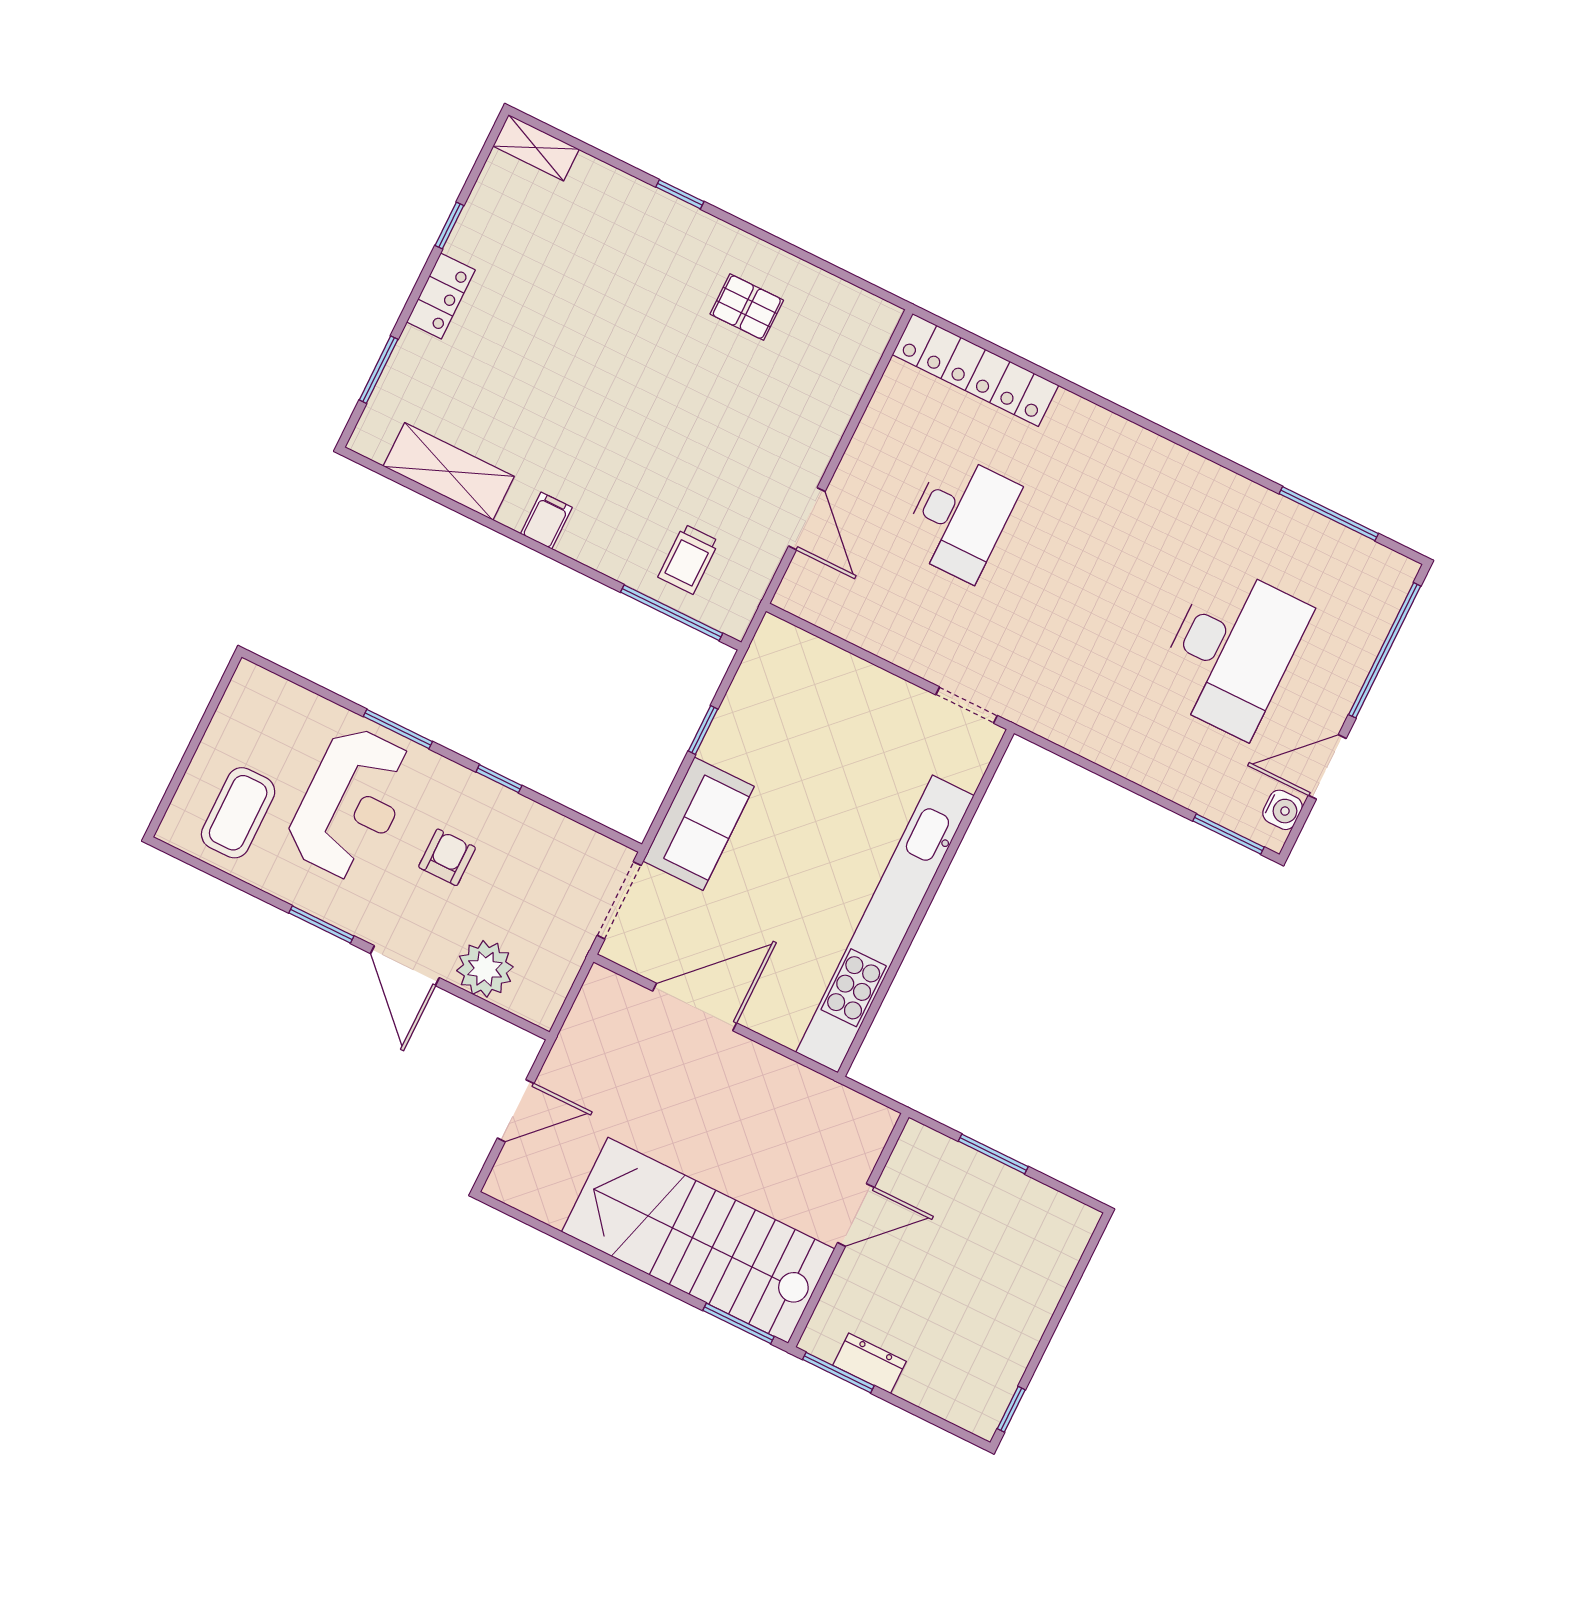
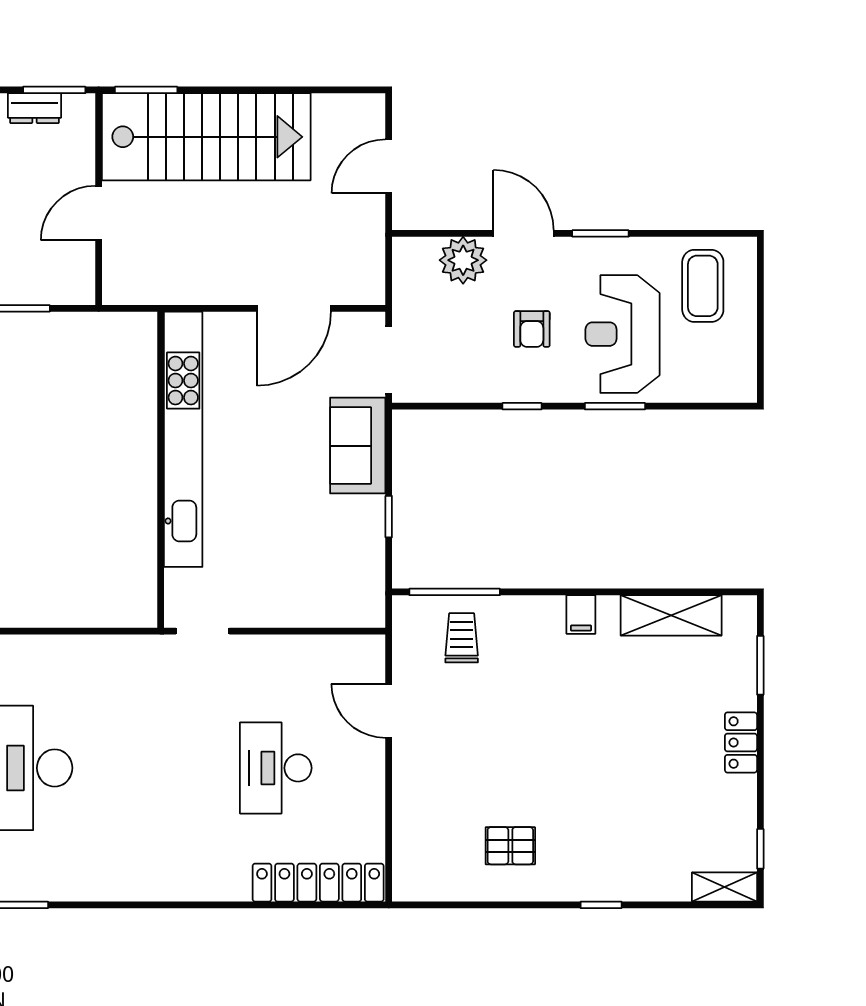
window: (449, 226) -> (760, 849), moved

